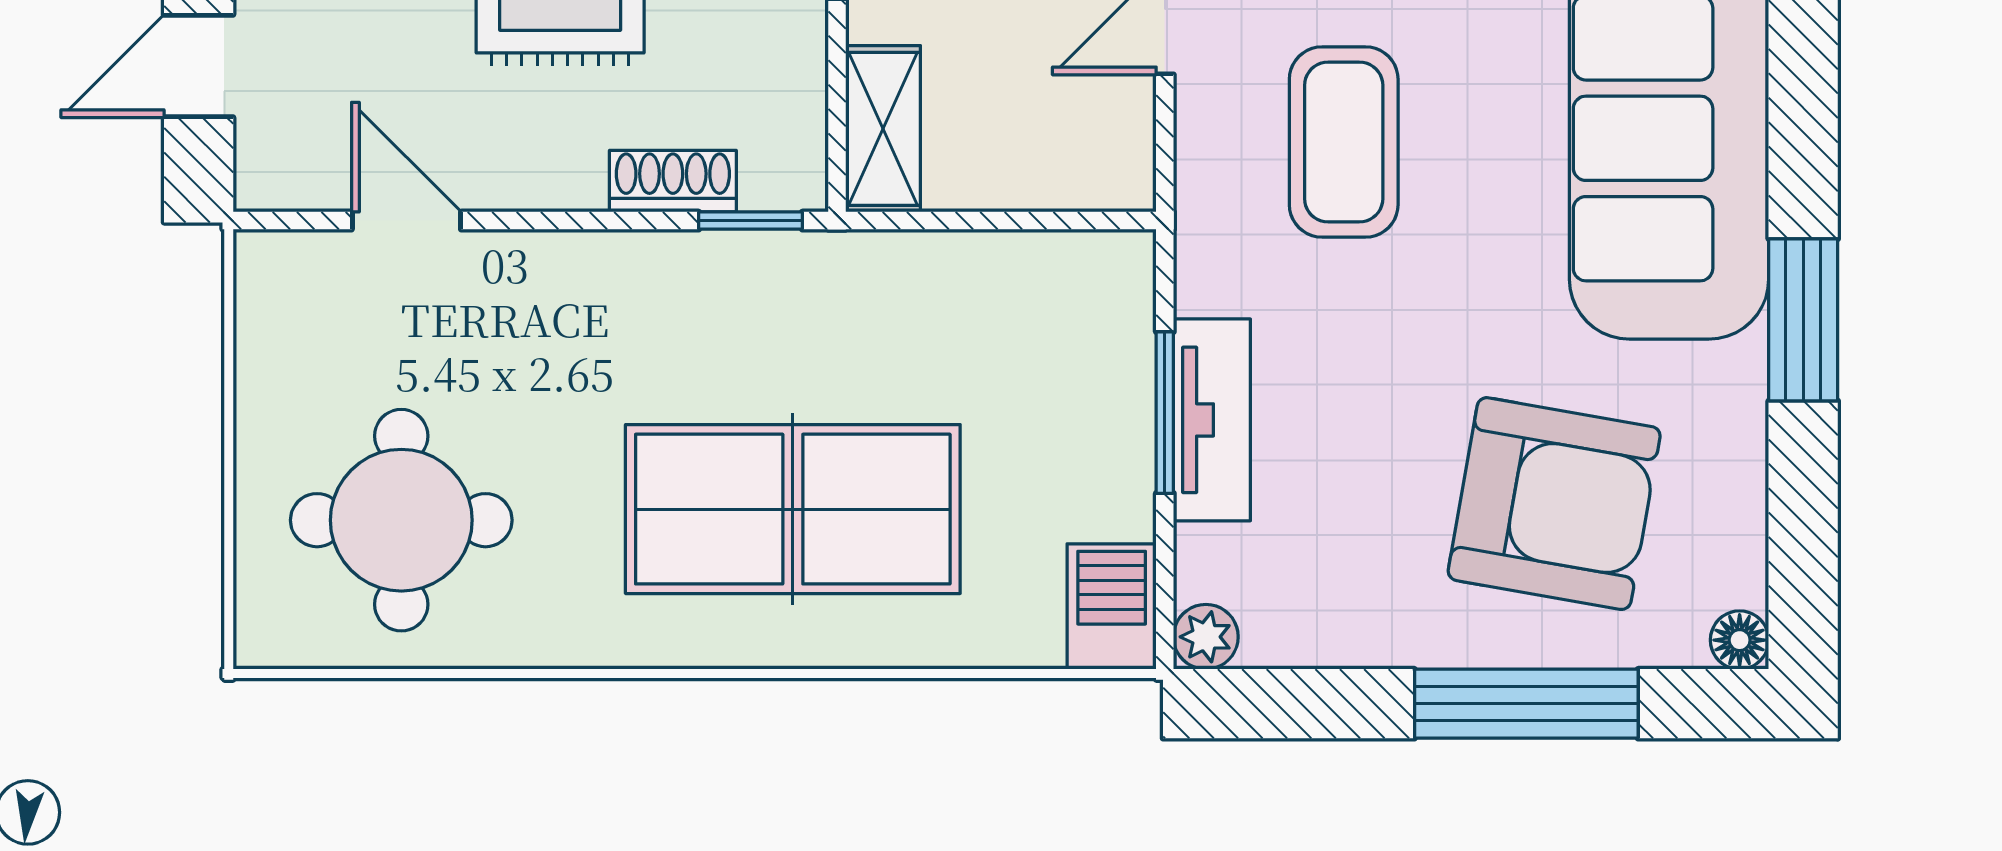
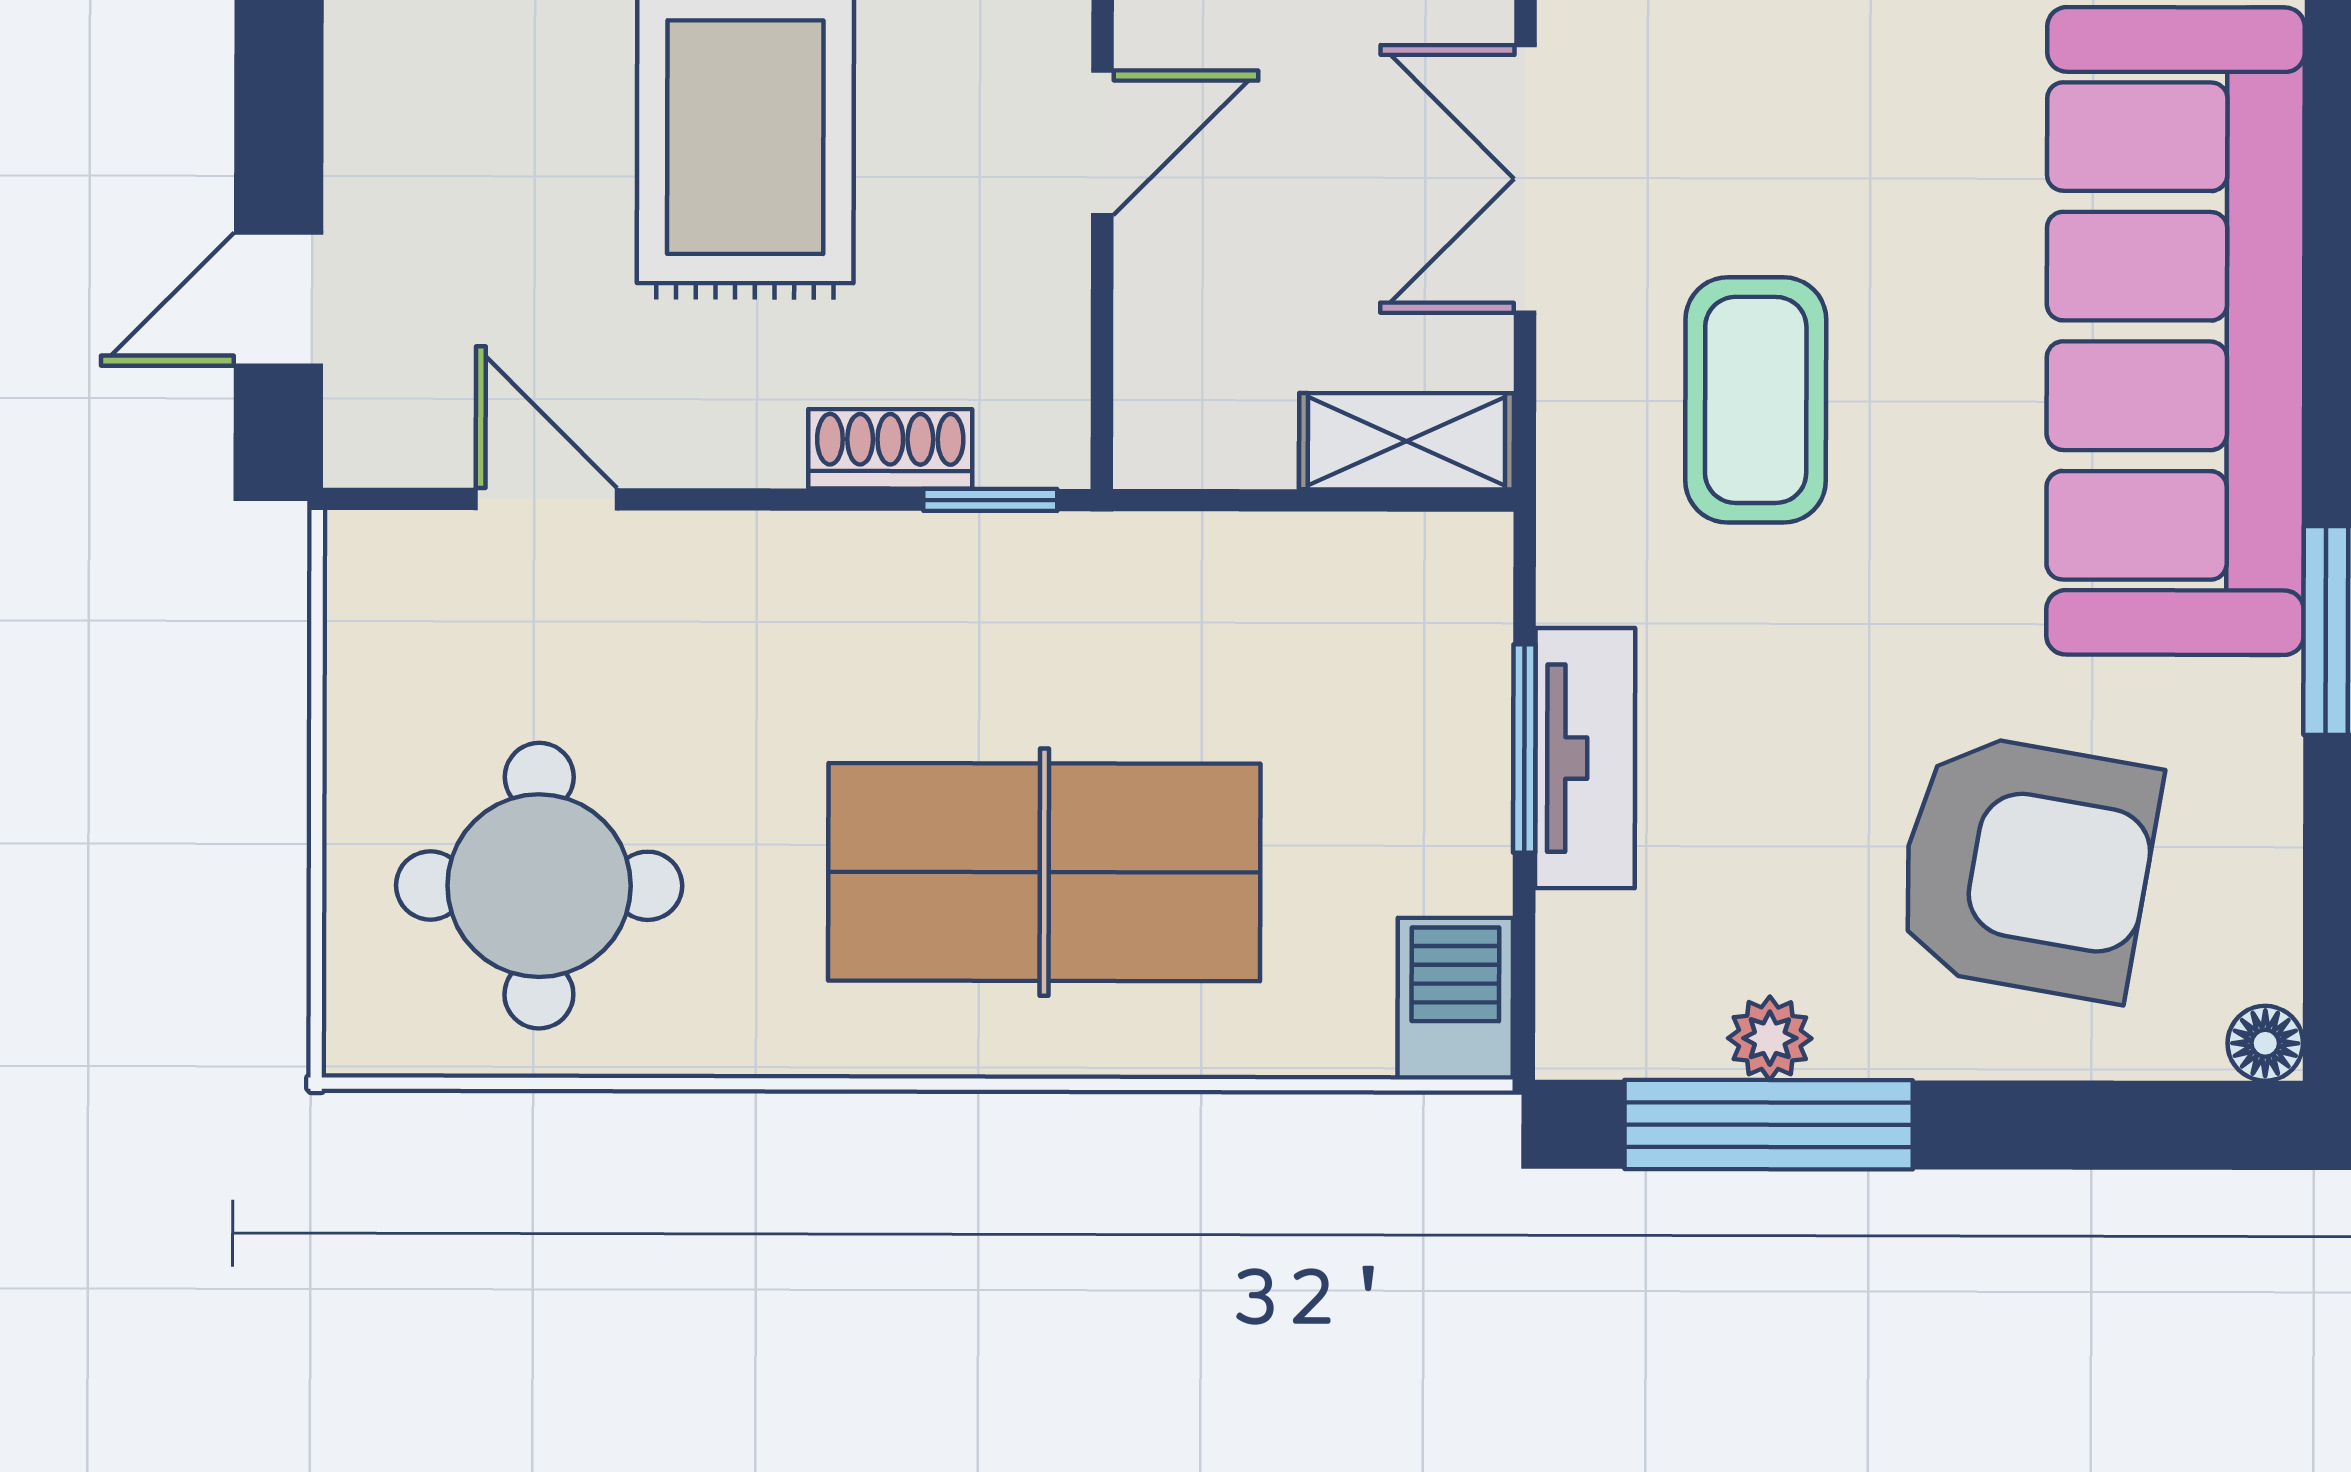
shelving: (883, 129) -> (1406, 441), moved, turned 90
plant: (1206, 637) -> (1770, 1038), moved
window: (1526, 704) -> (1769, 1125), moved

